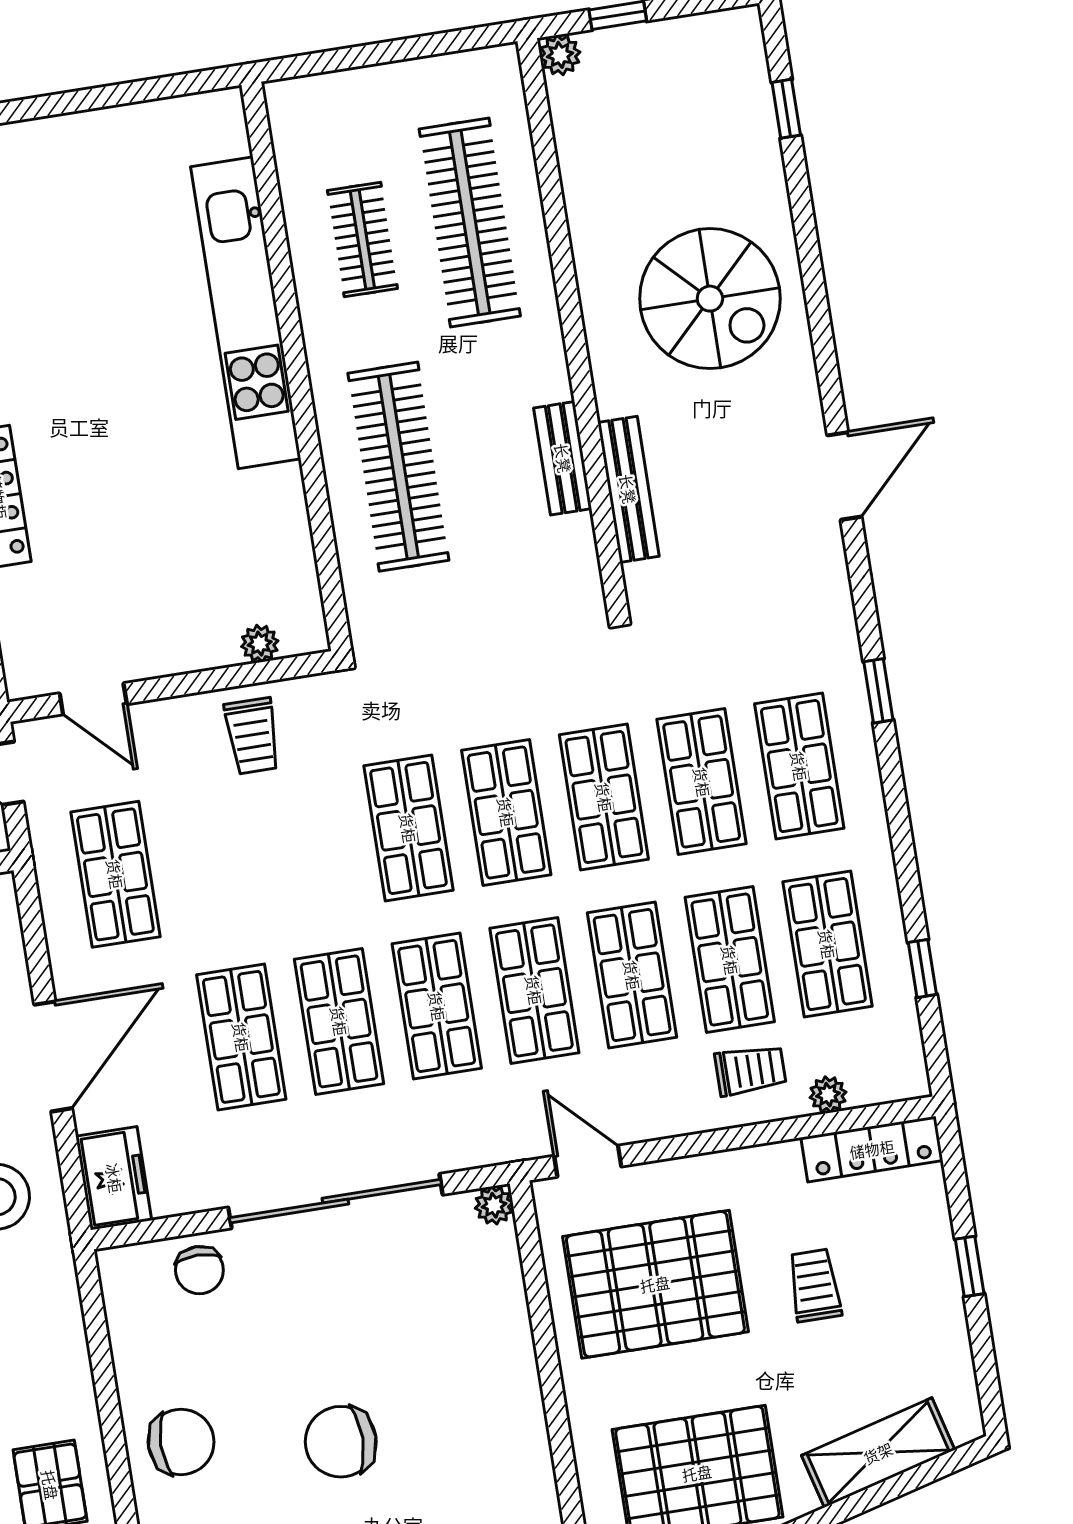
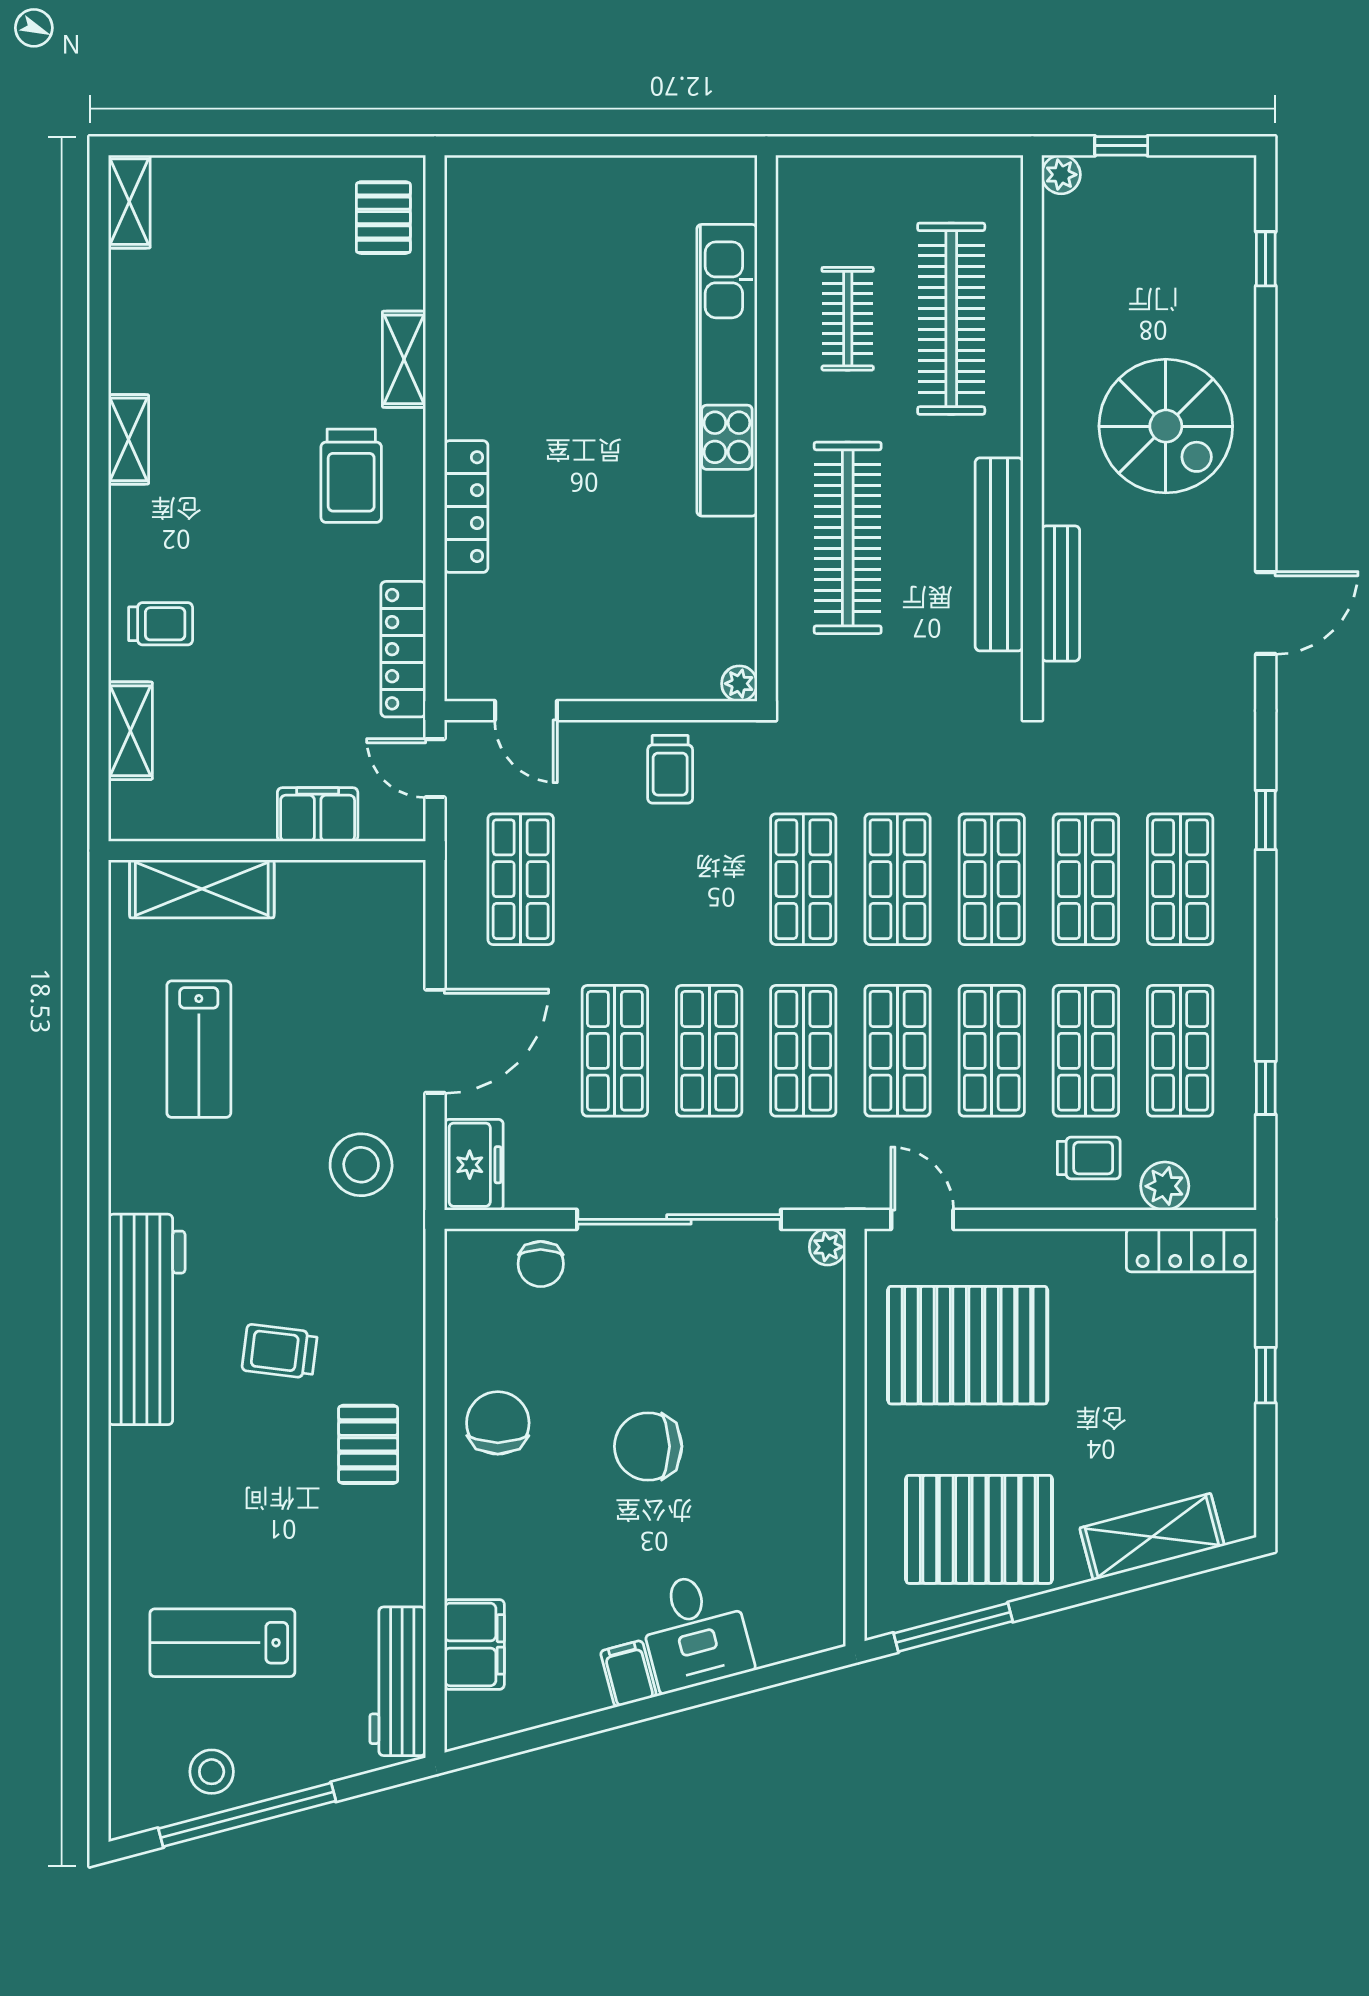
bench: (563, 458) -> (999, 554), width x1.86, depth x1.21
plant: (260, 644) -> (739, 684), moved
plant: (828, 1095) -> (1165, 1186), width x1.38, depth x1.38
trolley: (815, 1285) -> (1117, 1370), removed
chair: (181, 1442) -> (498, 1423), turned -90

